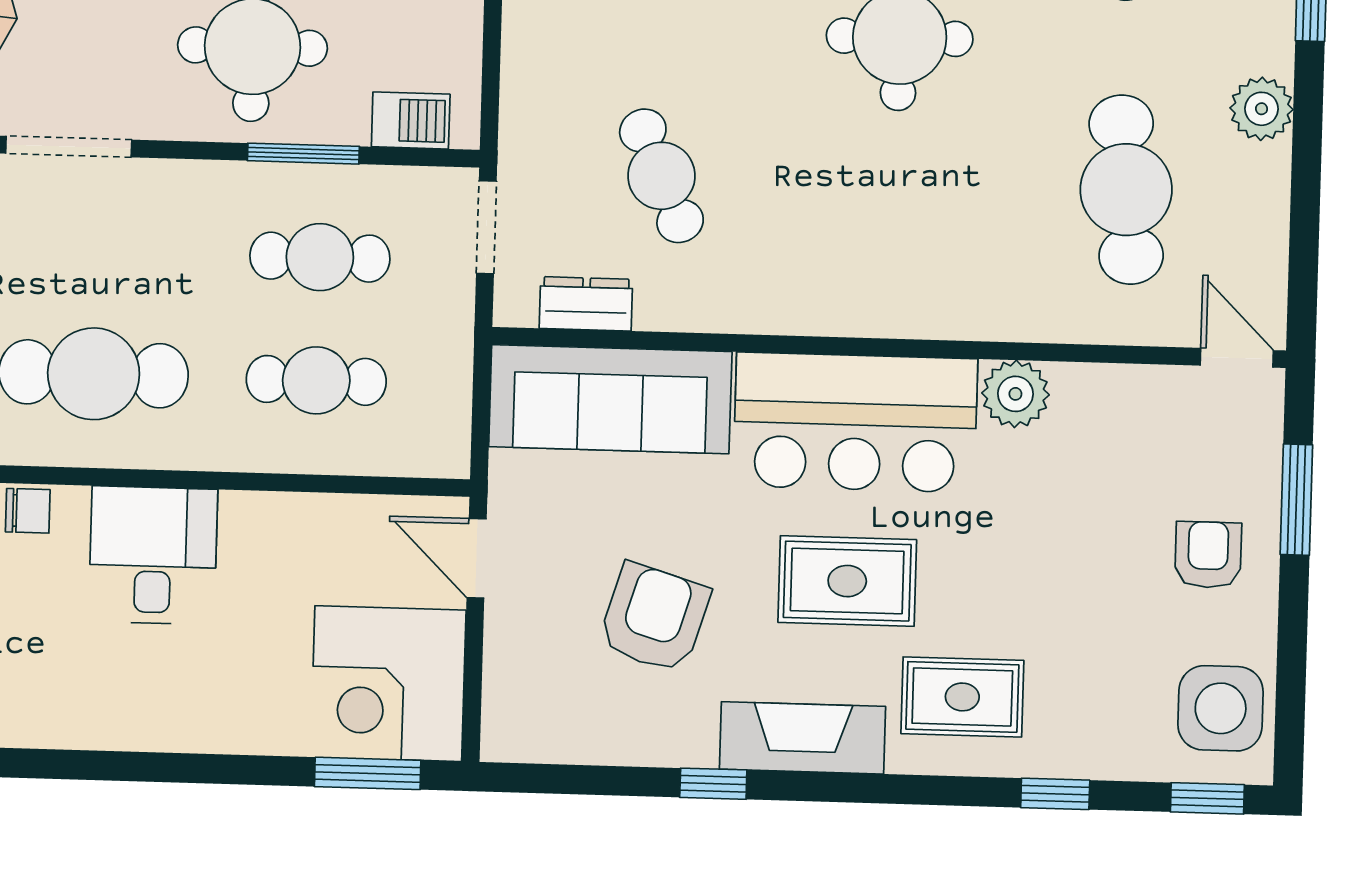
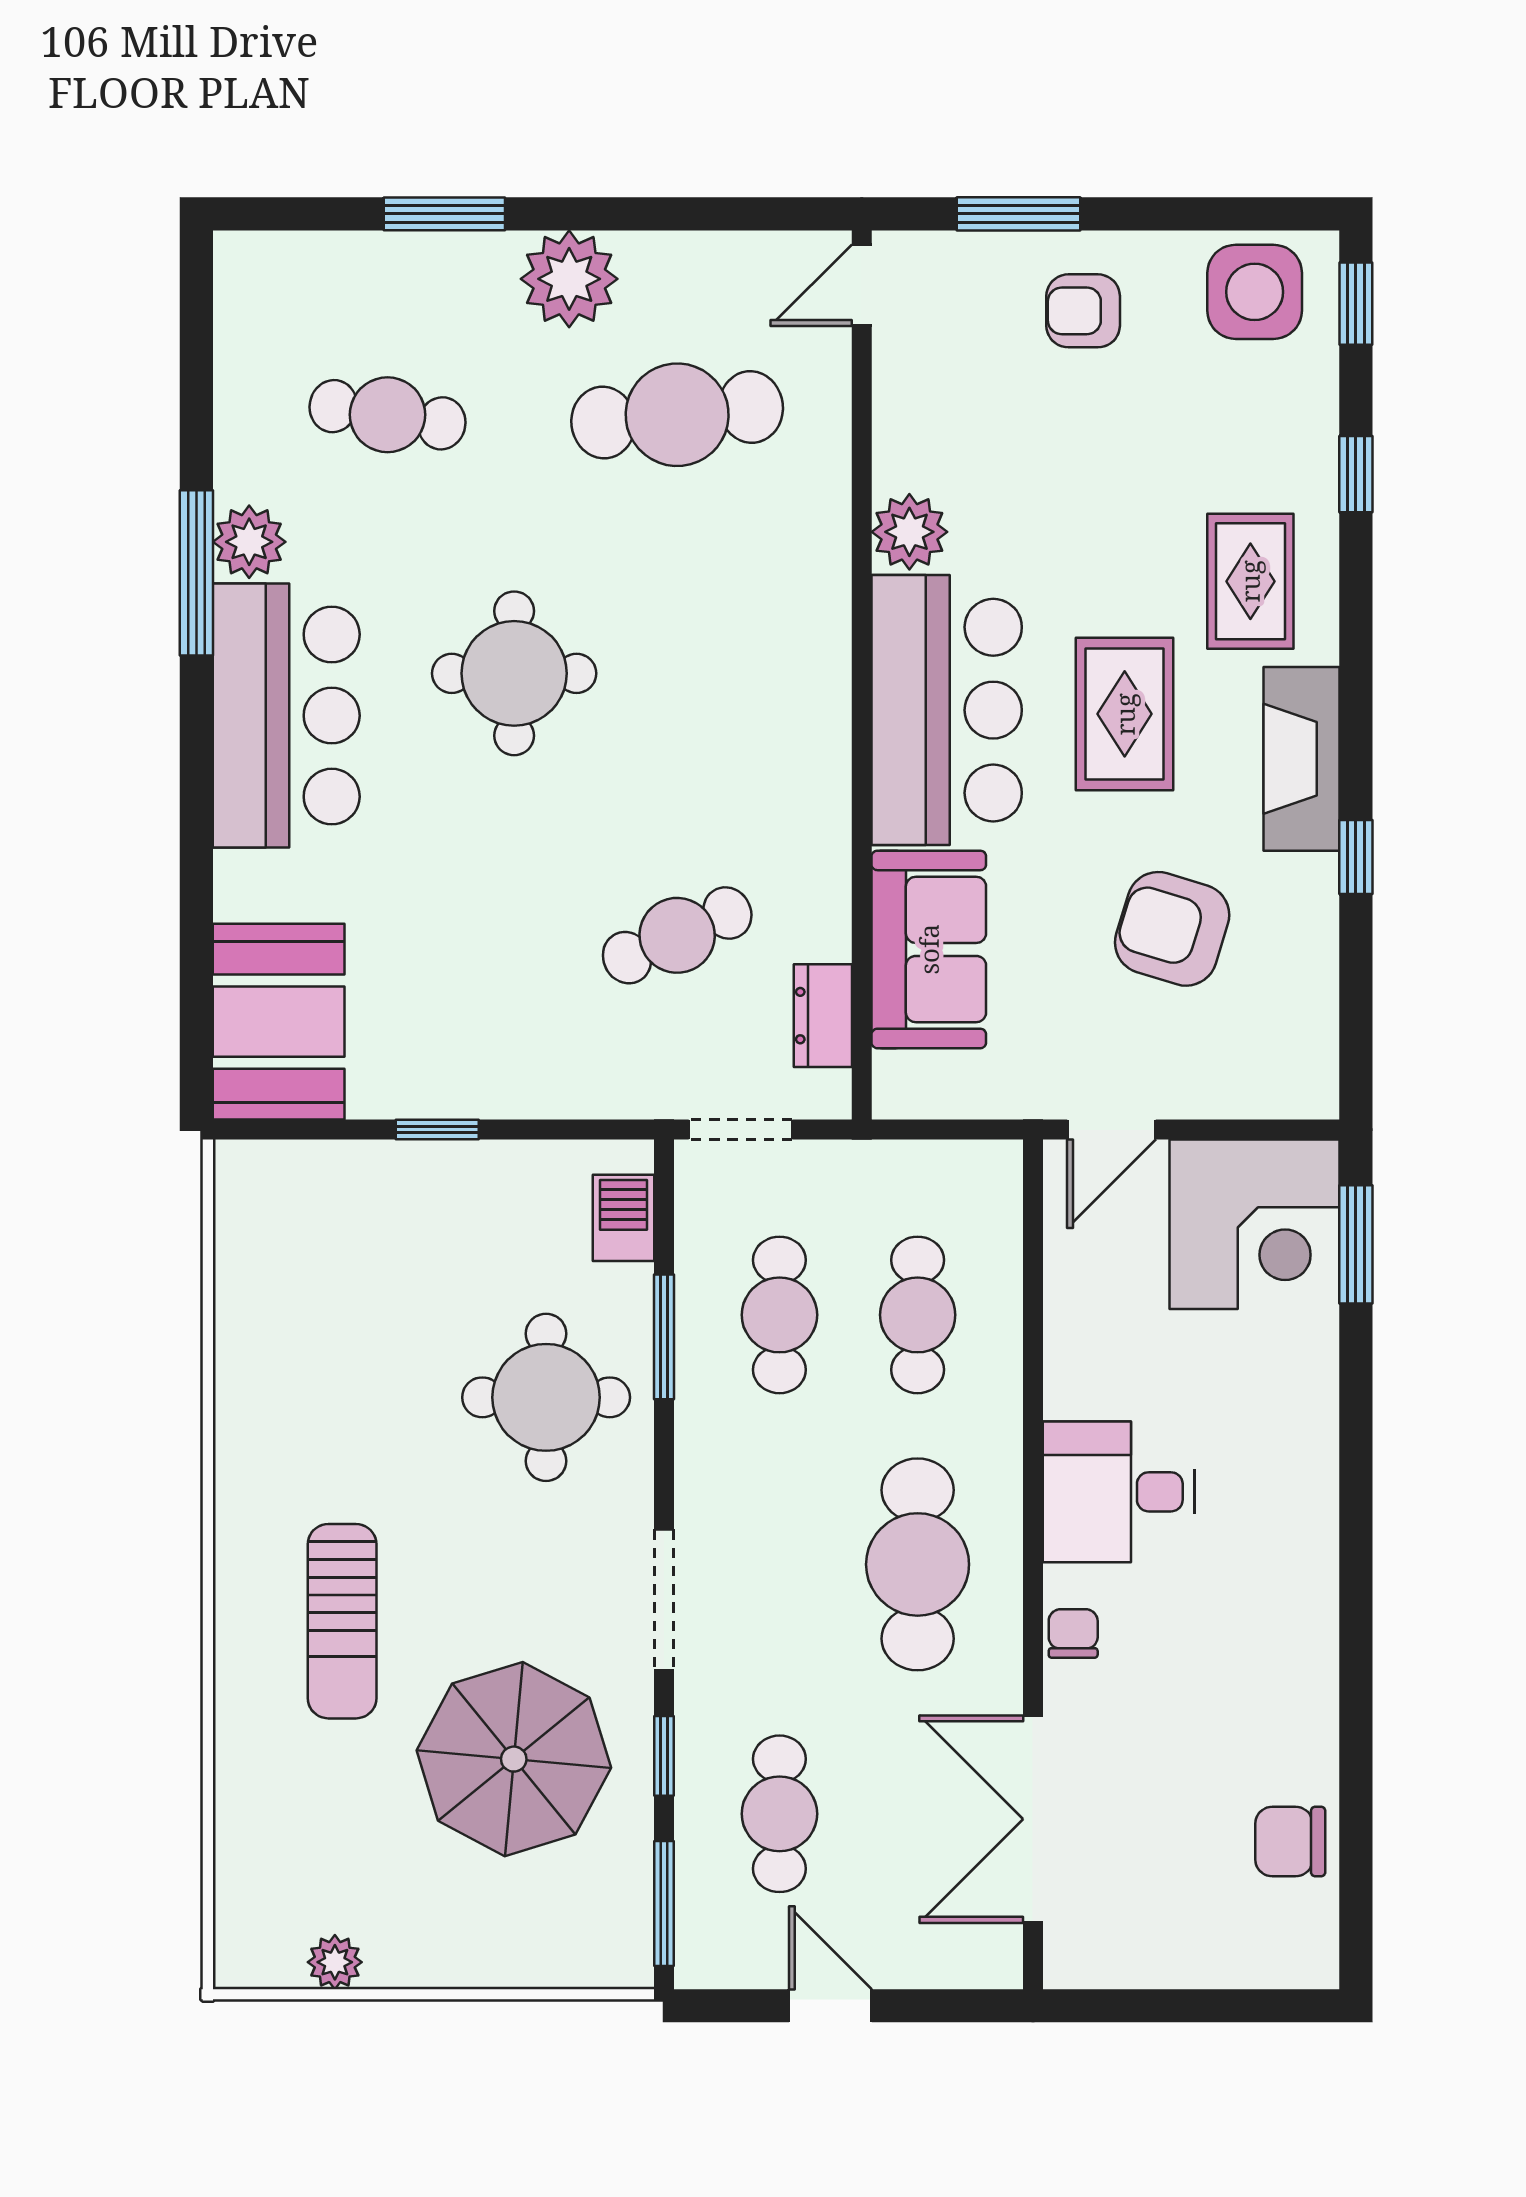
plant: (1262, 109) -> (569, 279), width x1.36, depth x1.36
sofa: (610, 399) -> (929, 949), width x0.73

